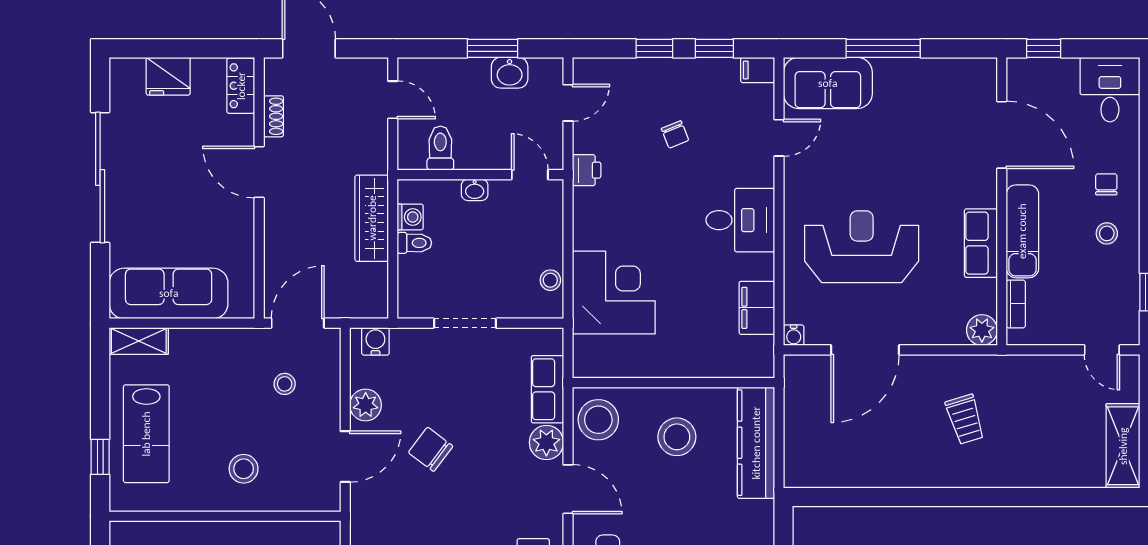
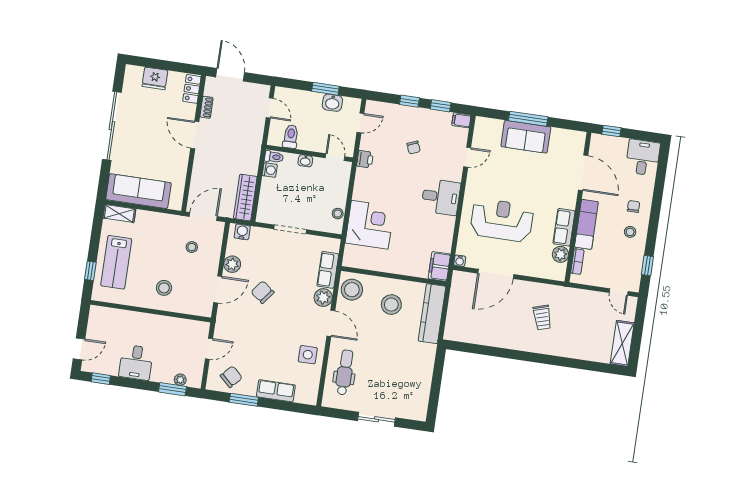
sofa: (828, 83) -> (526, 137), moved
wardrobe: (372, 218) -> (245, 197), moved
toilet: (414, 243) -> (274, 157), moved
filing cabinet: (757, 308) -> (439, 266), moved
plant: (982, 330) -> (561, 254), moved

